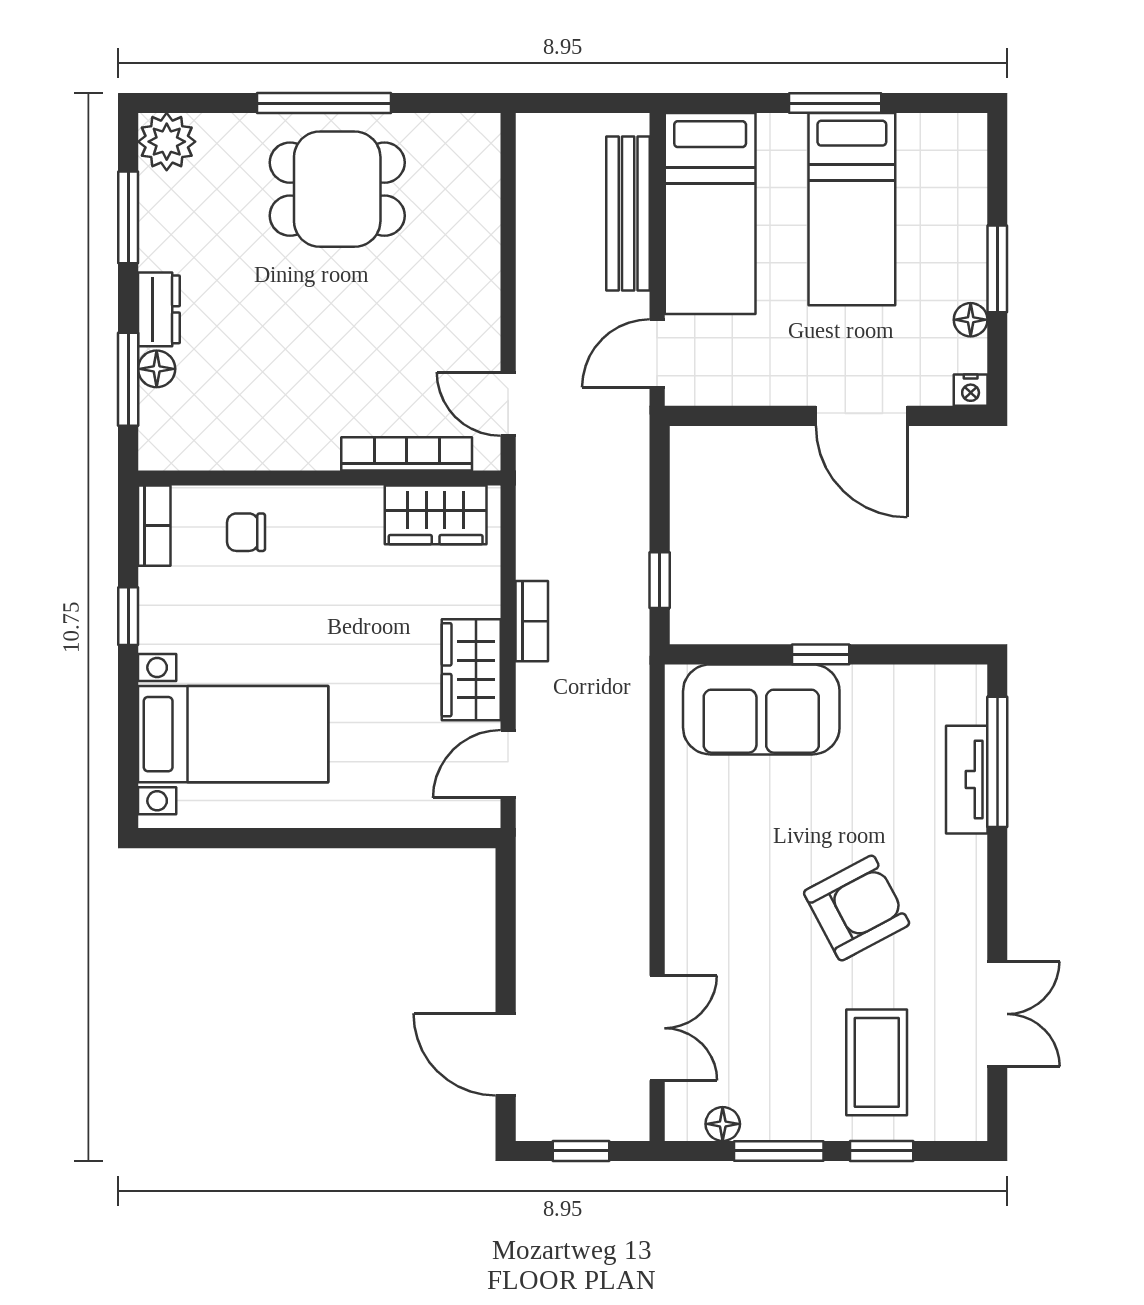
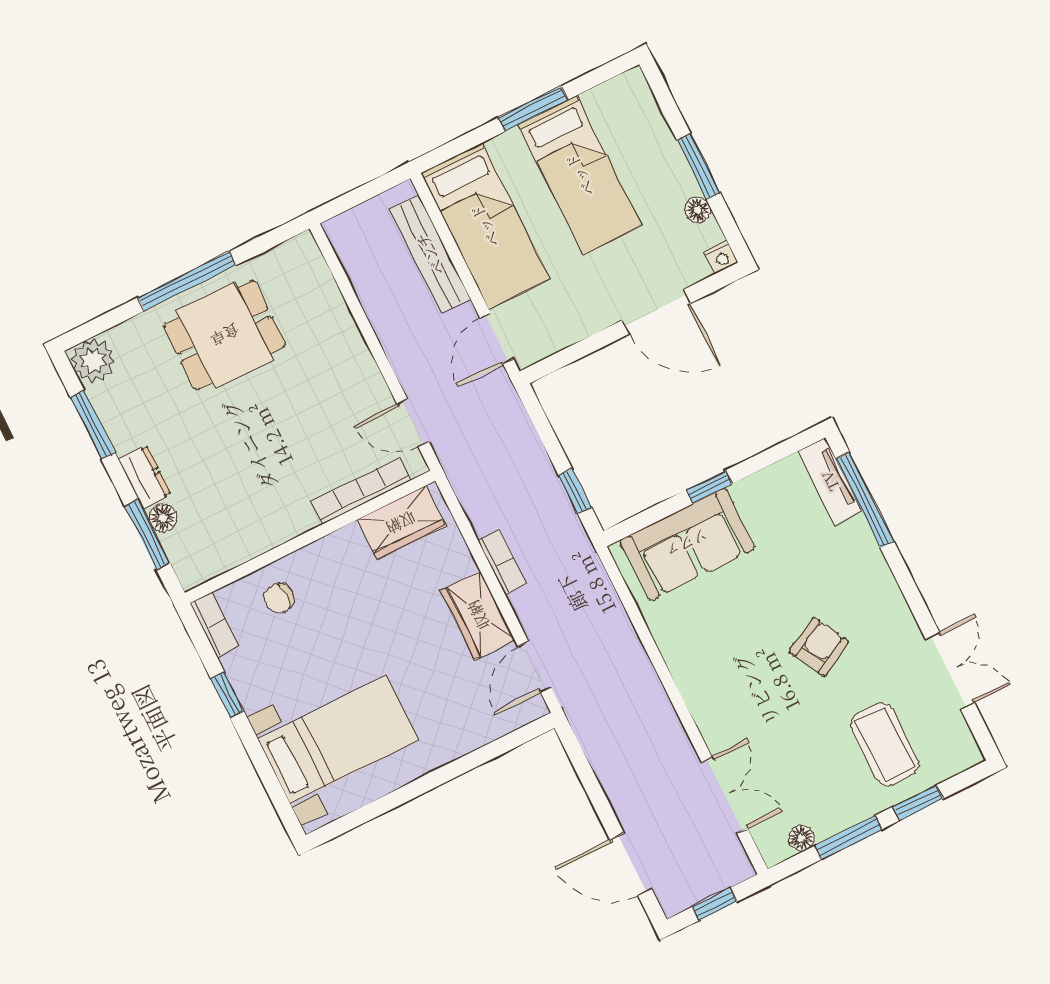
tv unit: (967, 780) -> (830, 481), moved
armchair: (857, 908) -> (819, 647), width x0.72, depth x0.72

